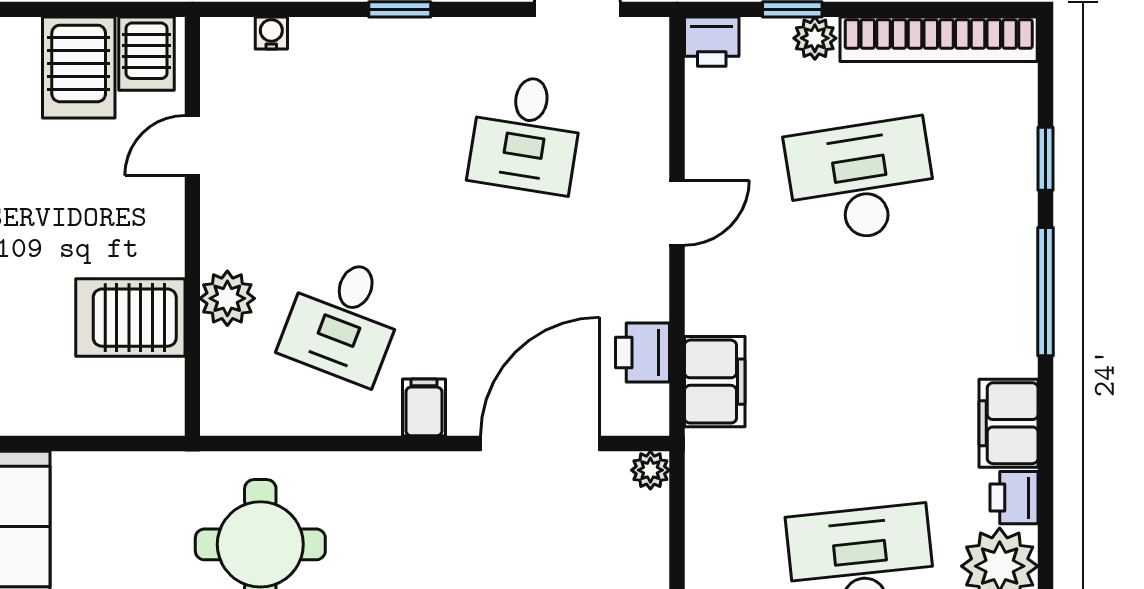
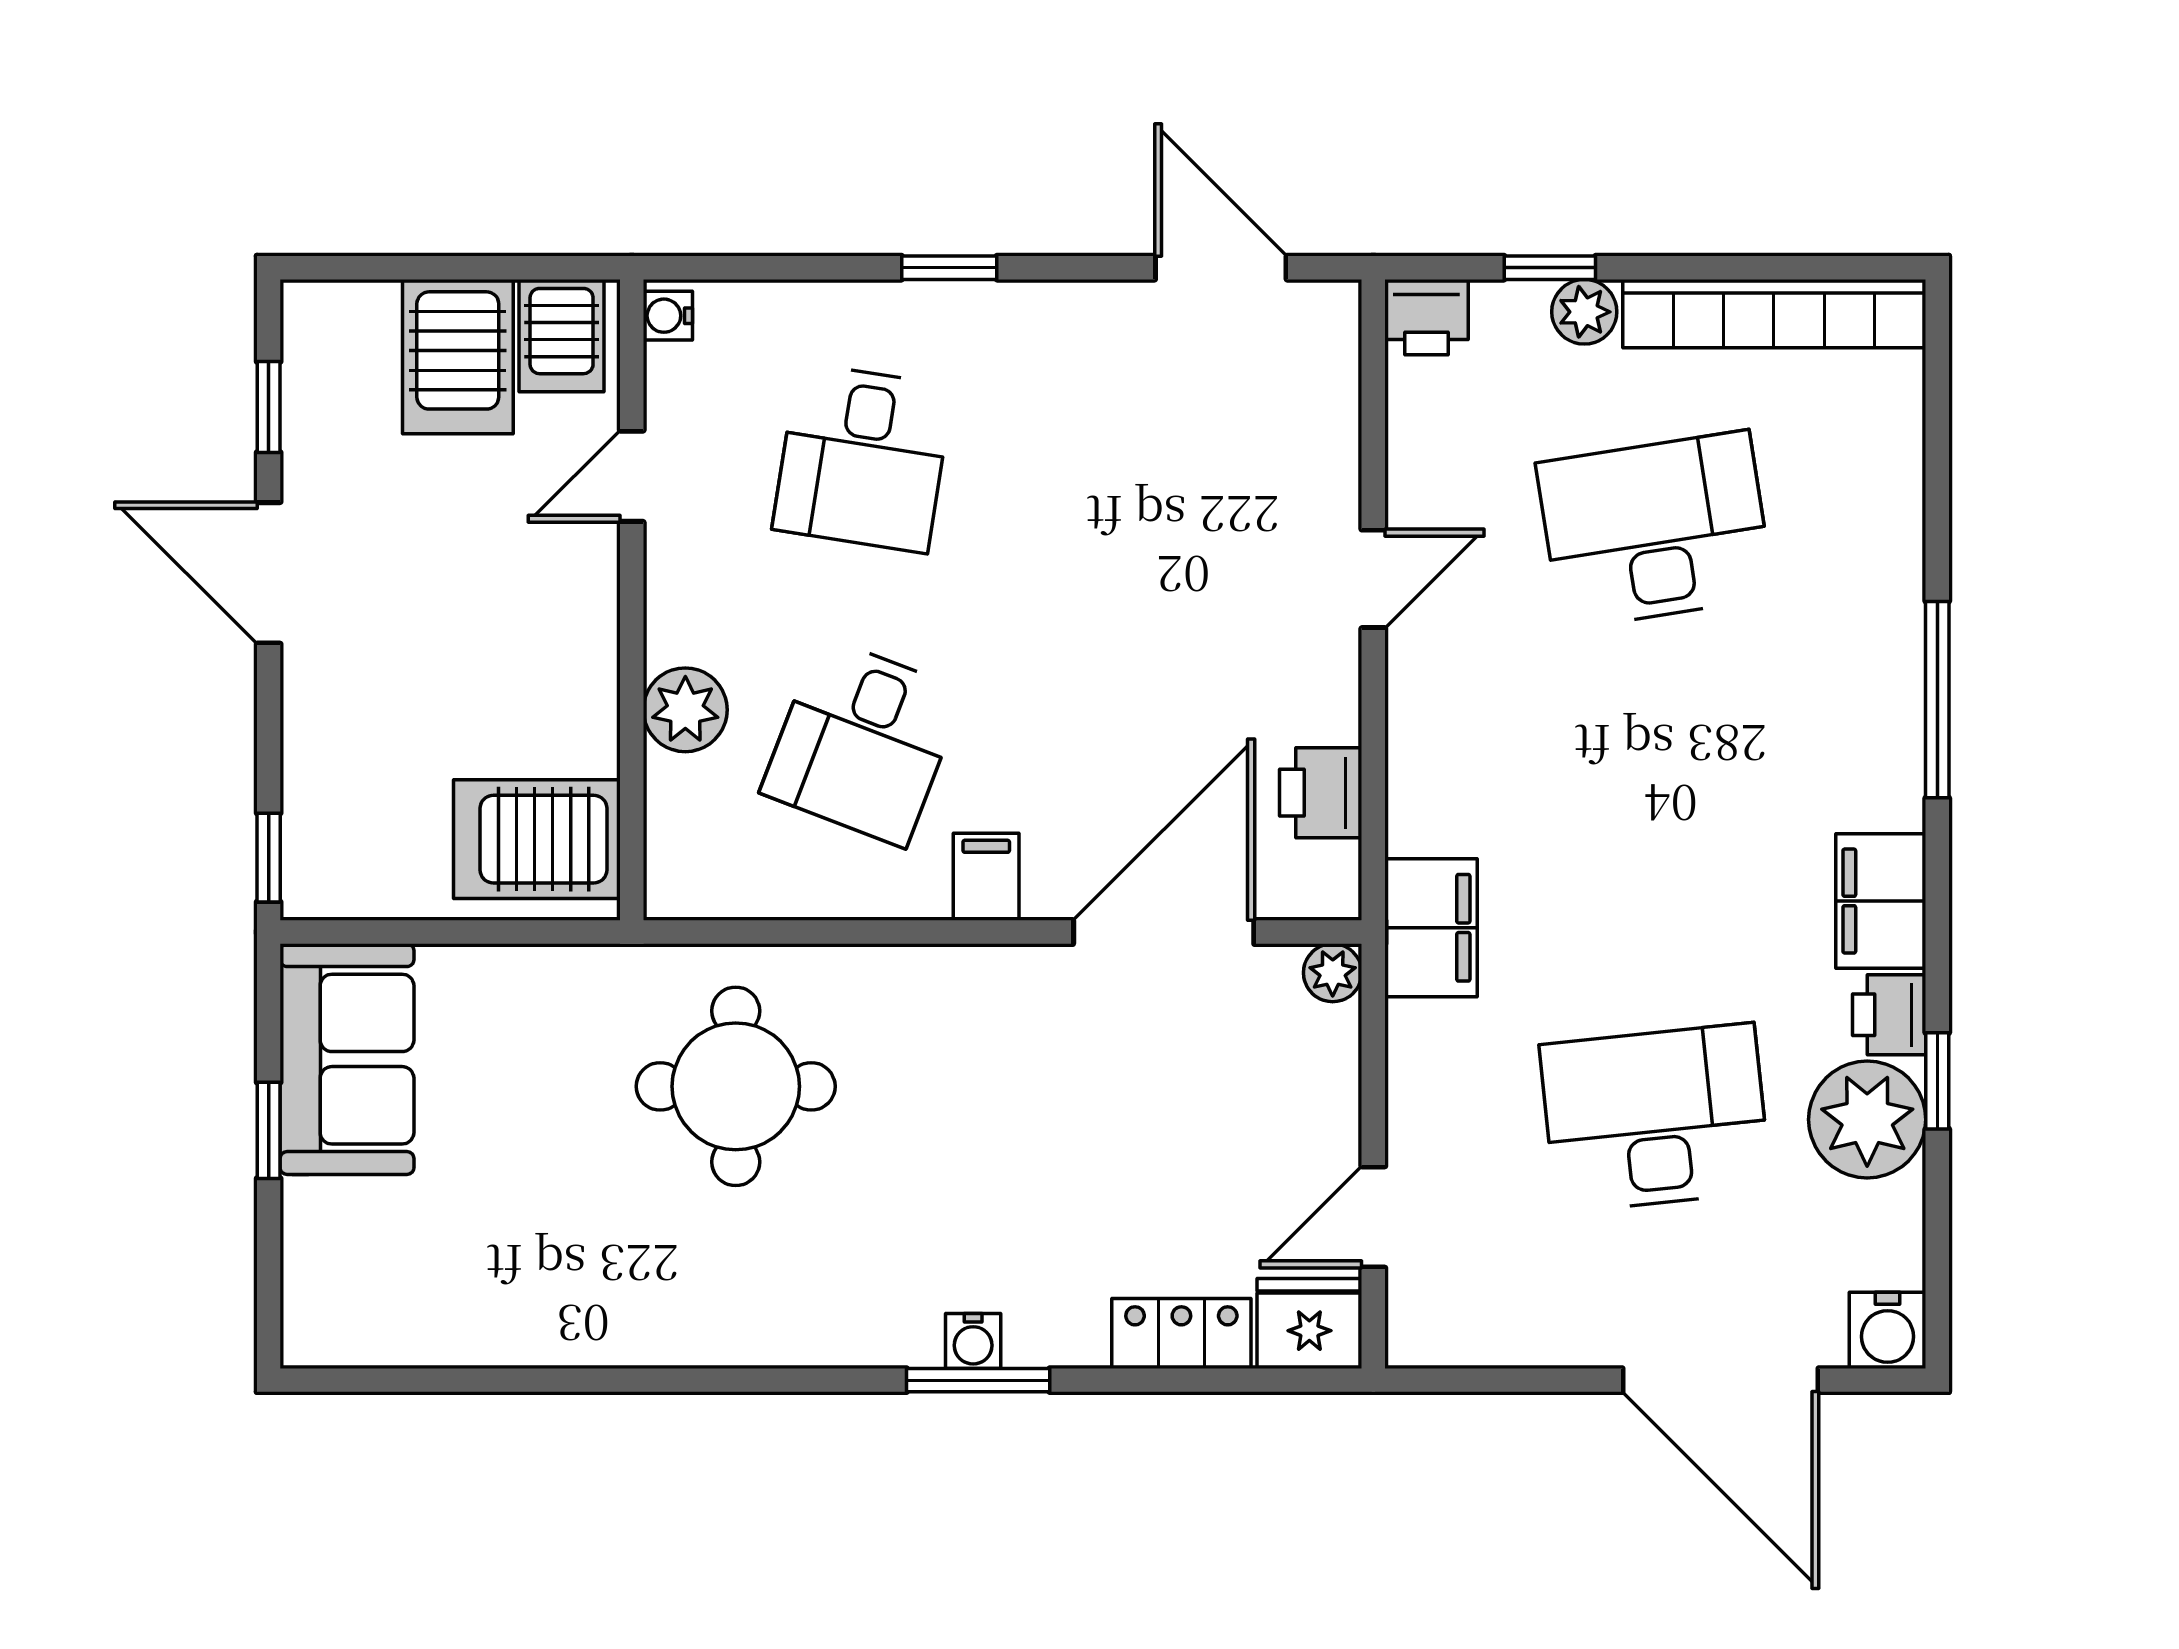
water cooler: (271, 33) -> (668, 316), moved, turned -90
desk: (526, 134) -> (863, 458), moved
window: (1045, 159) -> (1937, 1081), moved
server rack: (130, 318) -> (537, 839), moved
filing cabinet: (715, 382) -> (1431, 928), moved

